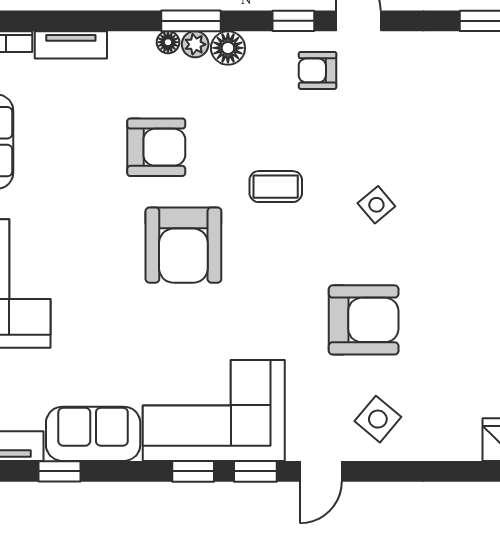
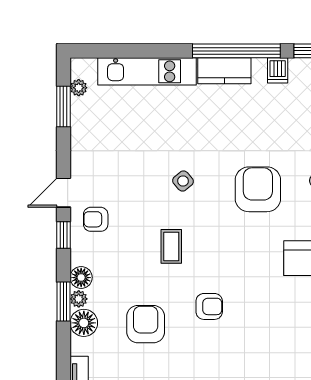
floor lamp: (168, 42) -> (84, 323), width x1.89, depth x1.89
armchair: (318, 70) -> (96, 219), turned 90
armchair: (183, 245) -> (209, 306), width x0.53, depth x0.53

